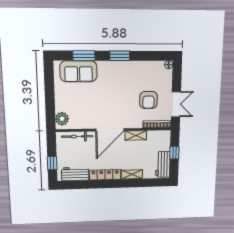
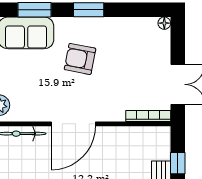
armchair: (149, 100) -> (80, 59), moved, turned 101
shelving: (136, 135) -> (114, 134), removed

